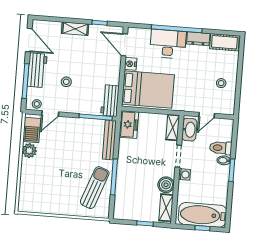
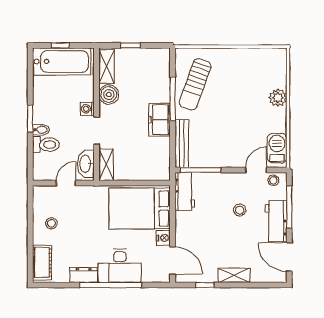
cot: (224, 42) -> (42, 263), moved, turned 90
freezer: (129, 125) -> (160, 120), moved
plant: (29, 151) -> (278, 98), moved

